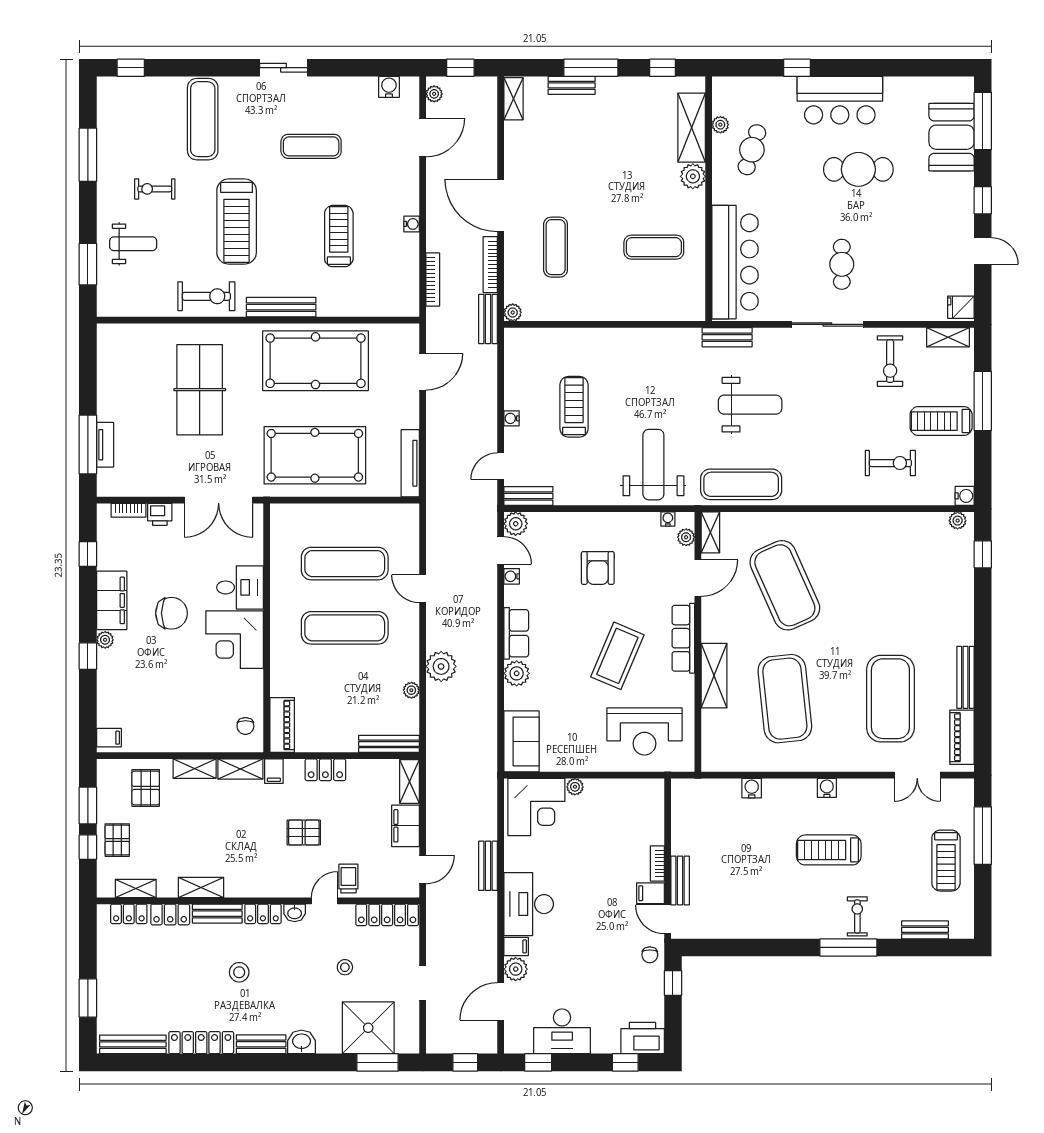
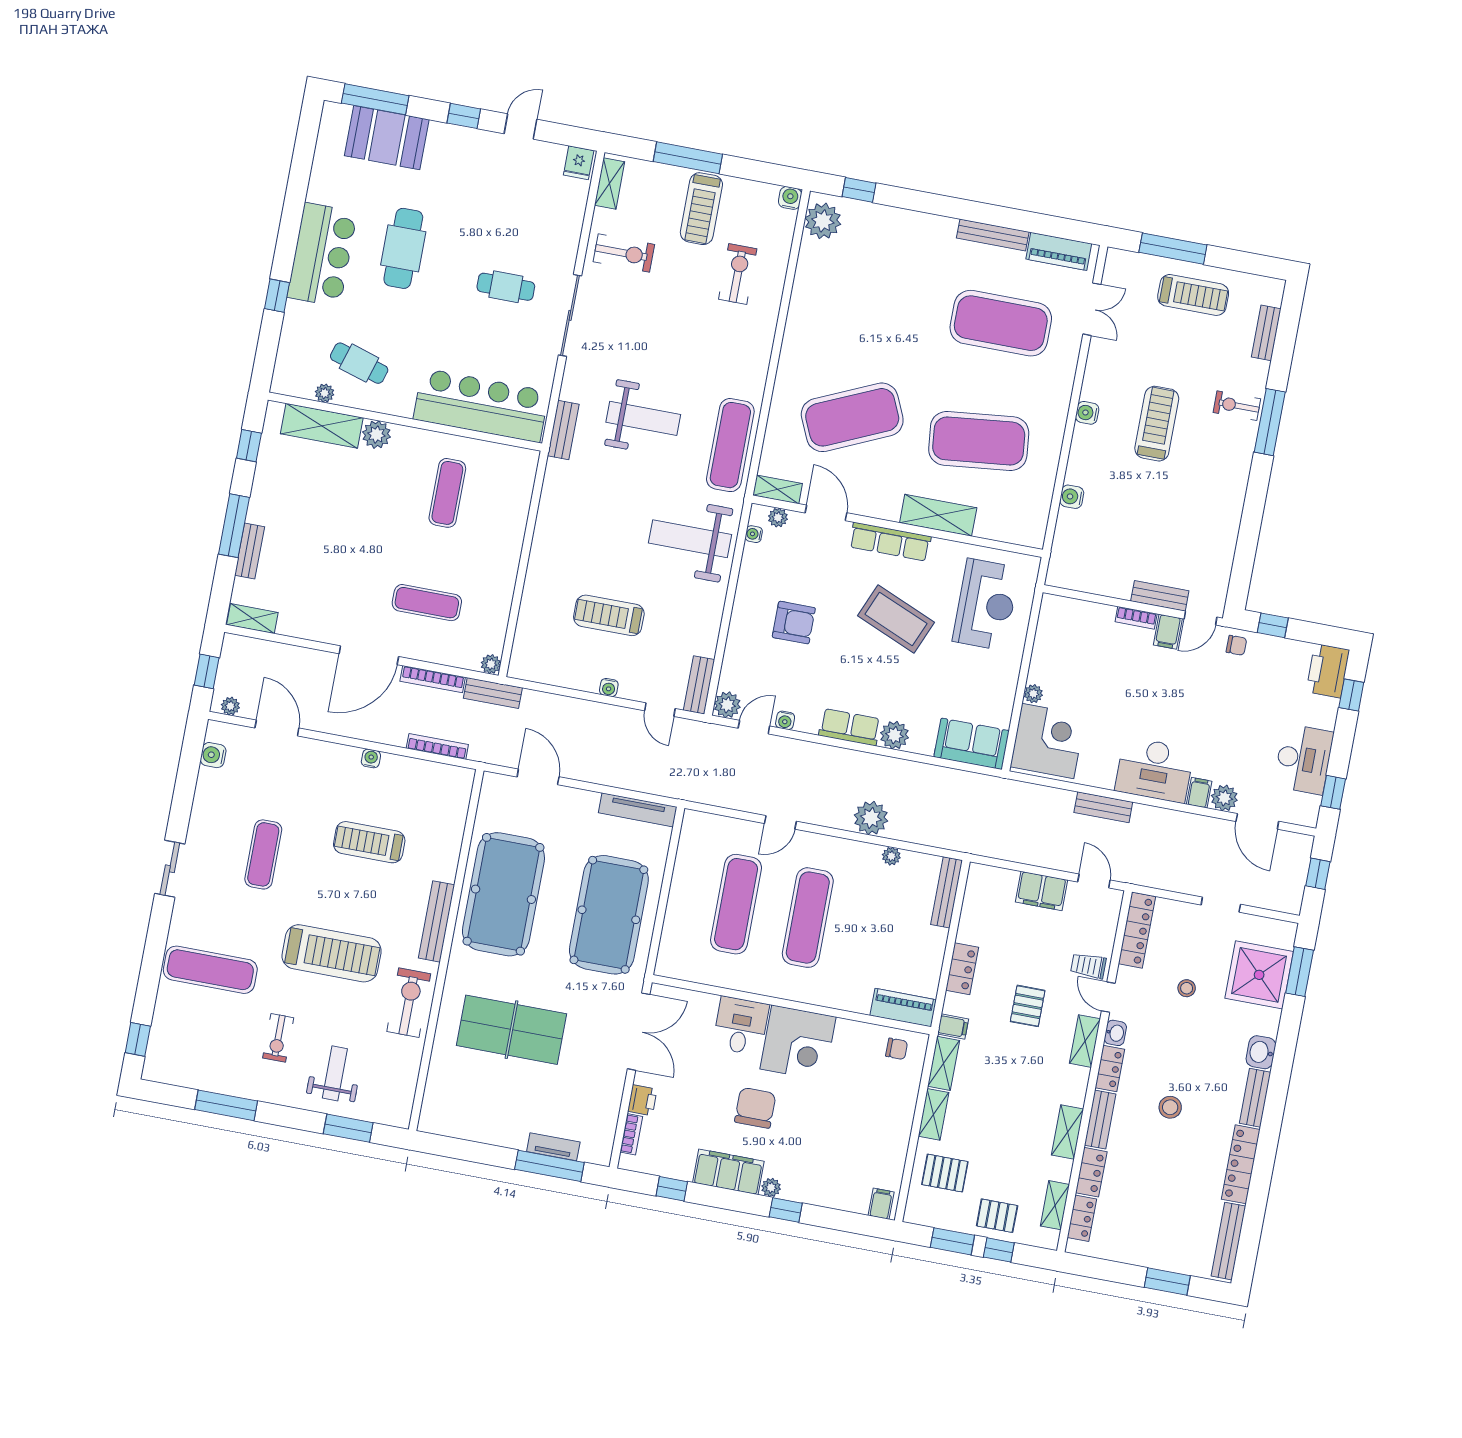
weight bench: (750, 405) -> (643, 418), turned 90
plant: (958, 521) -> (823, 221), width x1.87, depth x1.87
shelving: (410, 781) -> (1085, 1041), moved, turned 90
treadmill: (829, 850) -> (1157, 424), turned 180

